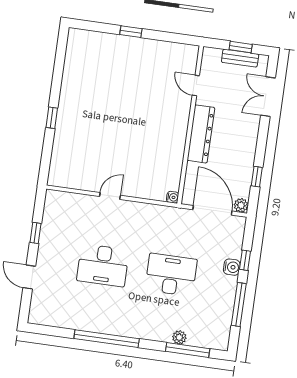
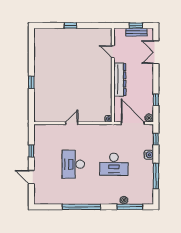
window: (245, 260) -> (156, 139), moved
desk: (103, 265) -> (73, 164), turned 90
desk: (171, 275) -> (114, 164), turned 180

